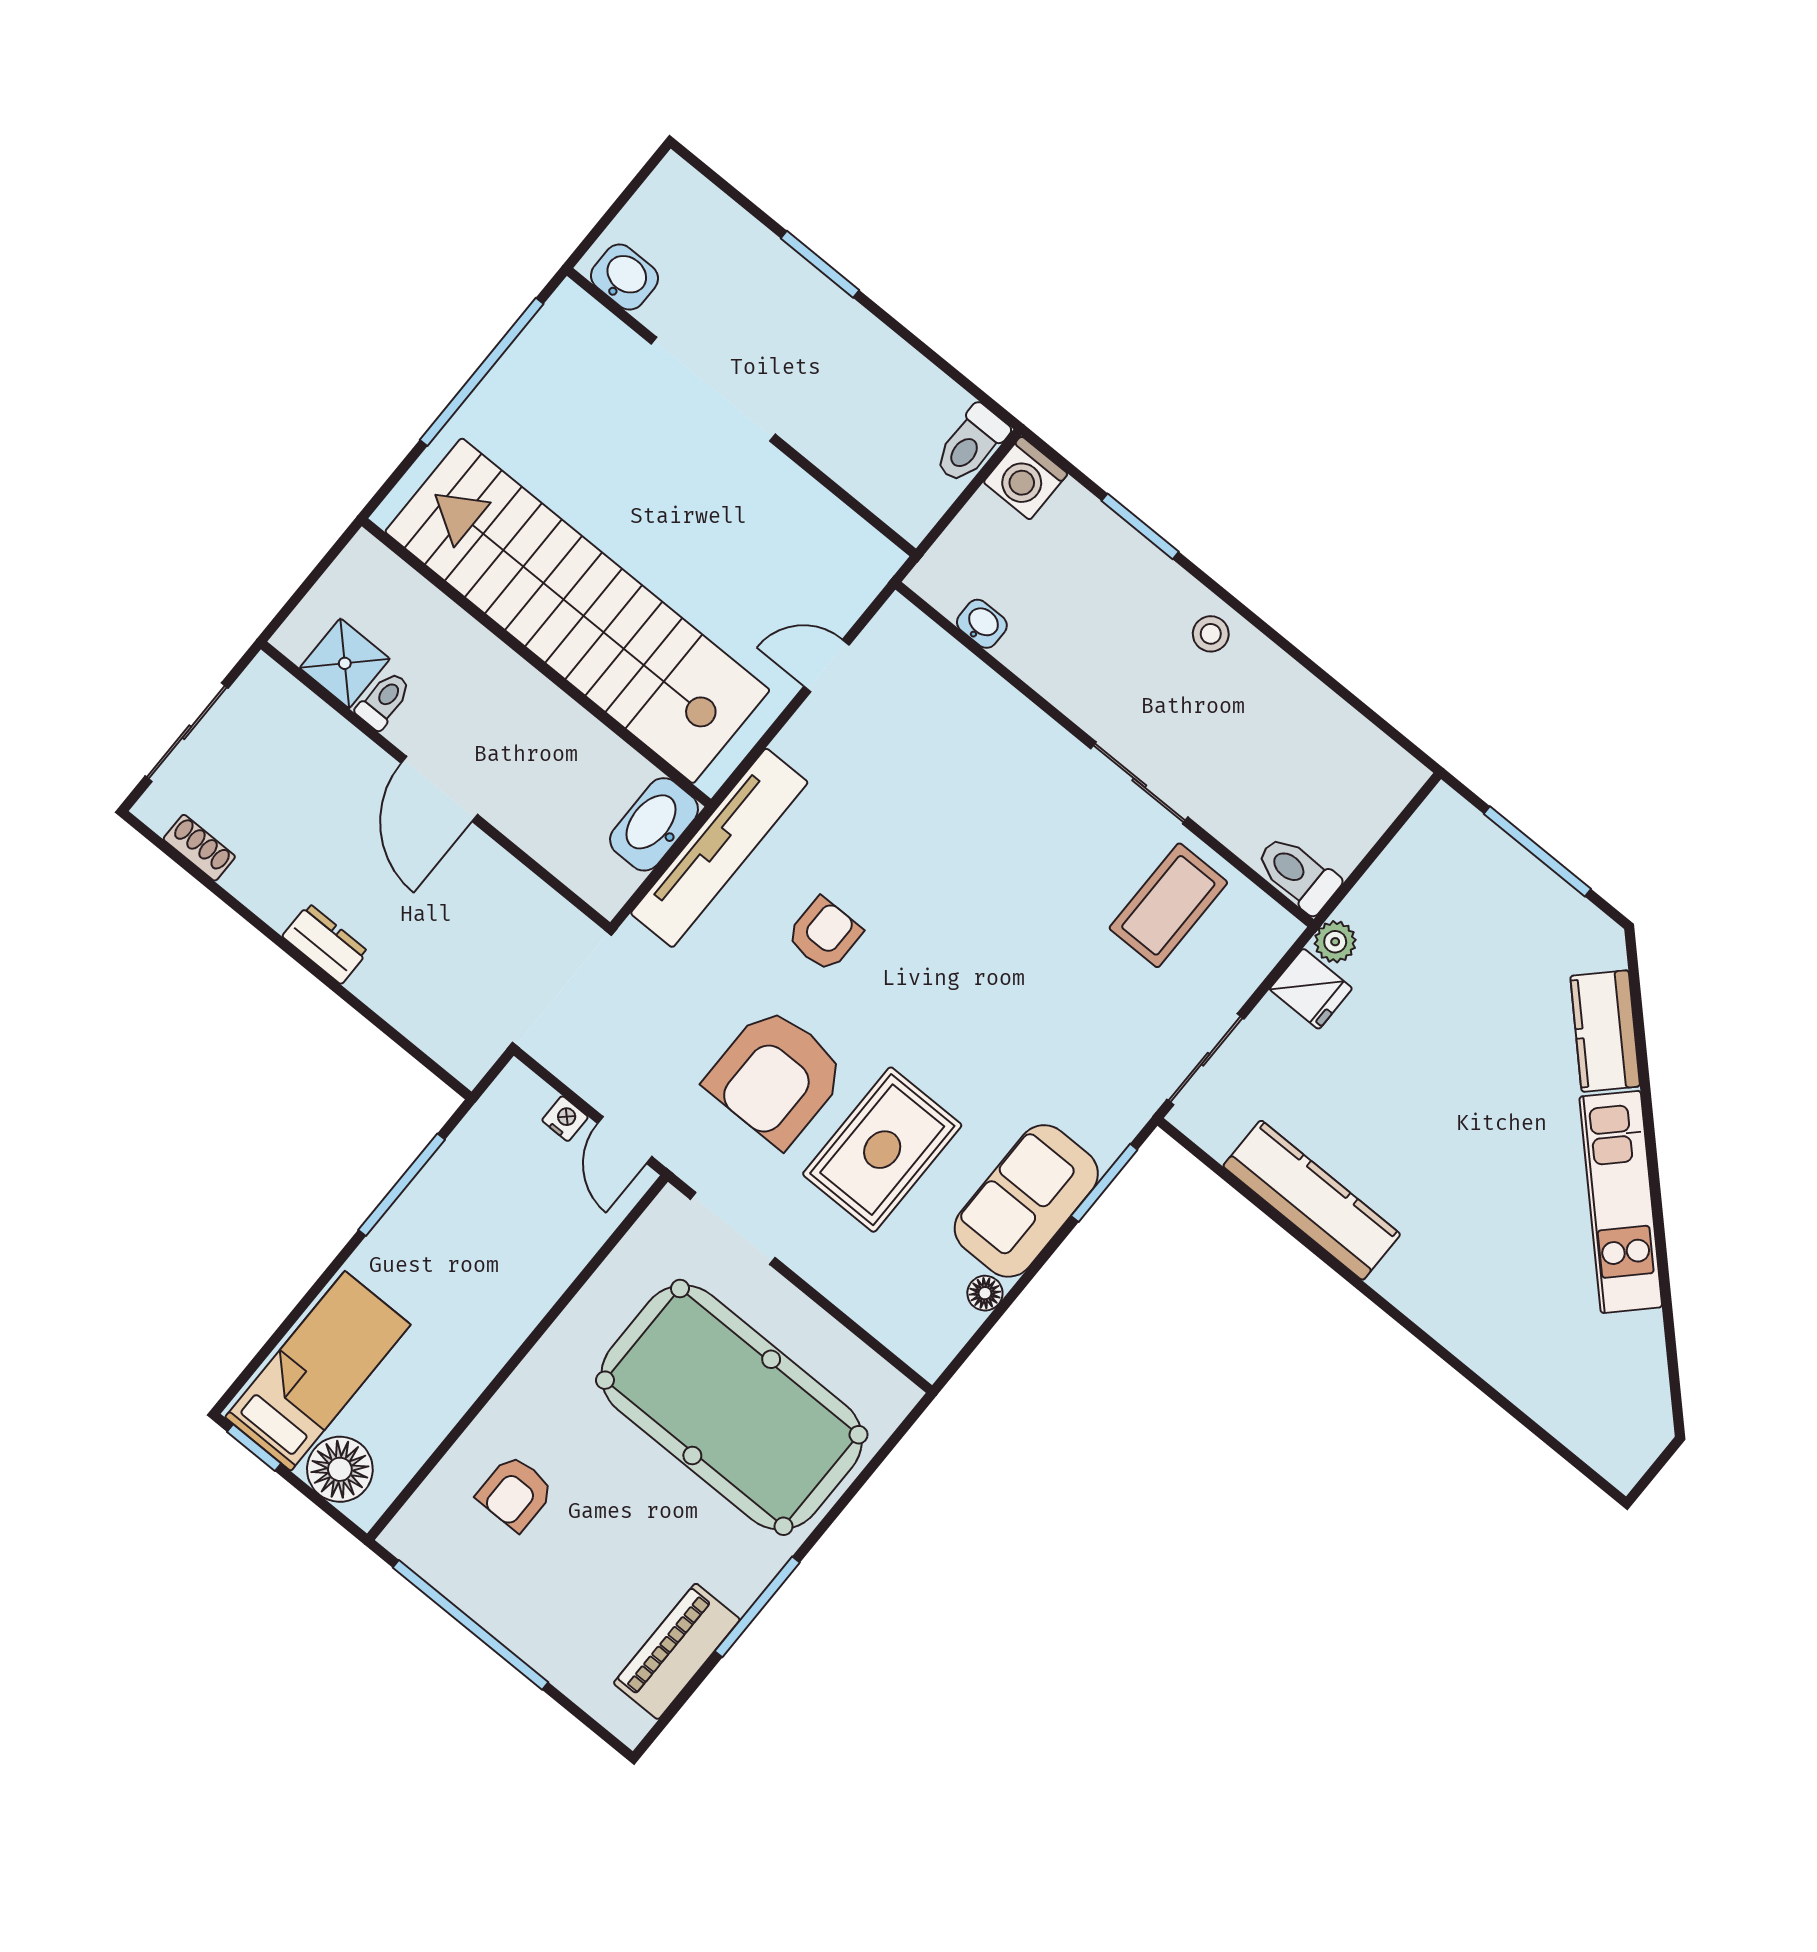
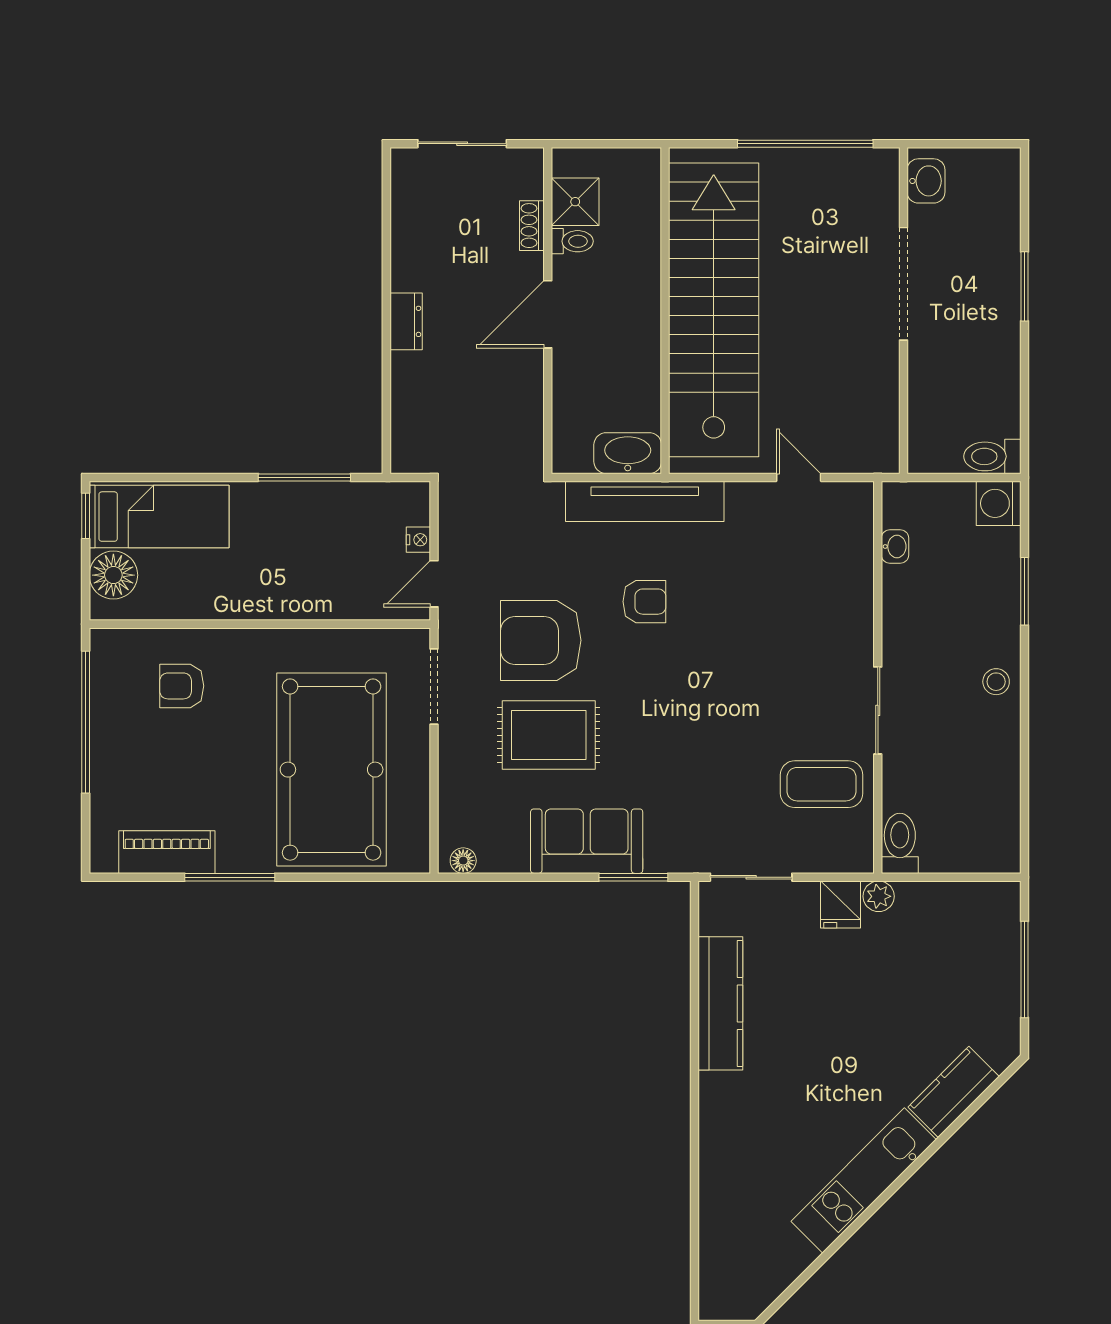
shoe rack: (199, 848) -> (532, 226), moved, turned 180
floor lamp: (985, 1293) -> (463, 861), moved

